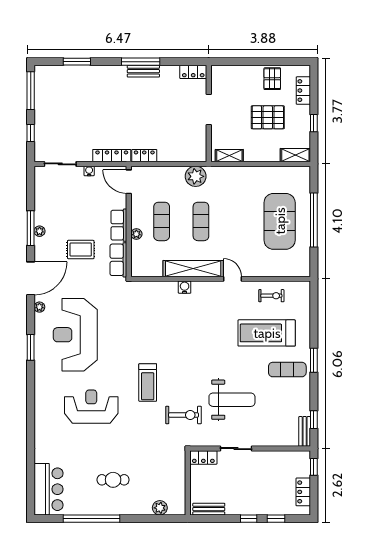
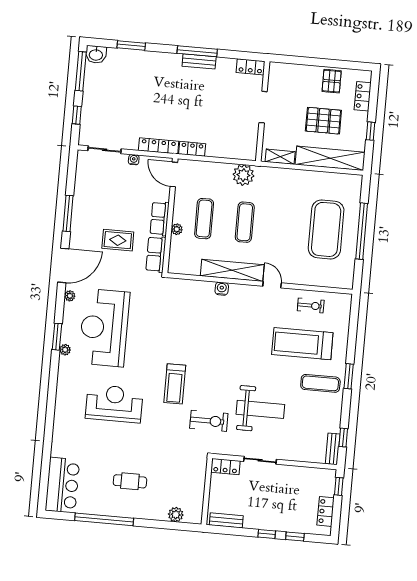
washbasin: (44, 73) -> (96, 54), added
shelving: (295, 155) -> (330, 158), width x2.20, depth x1.33
plant: (40, 231) -> (65, 350), moved

